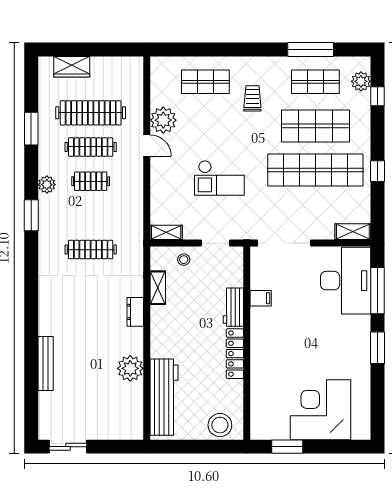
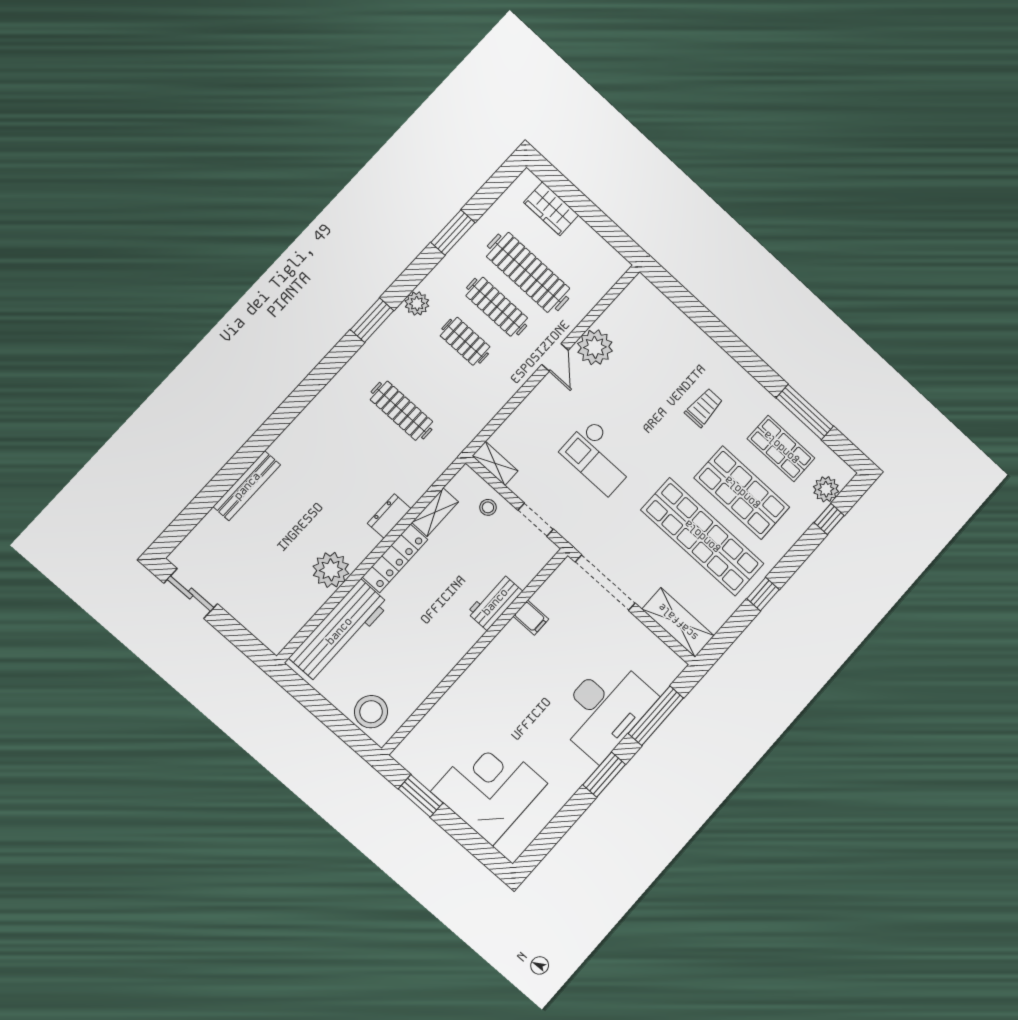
shop shelf: (205, 82) -> (672, 348), removed
shelving: (353, 232) -> (678, 622), width x1.50, depth x1.33
desk: (346, 281) -> (605, 709), moved
locker: (235, 354) -> (395, 558), moved, turned 180

